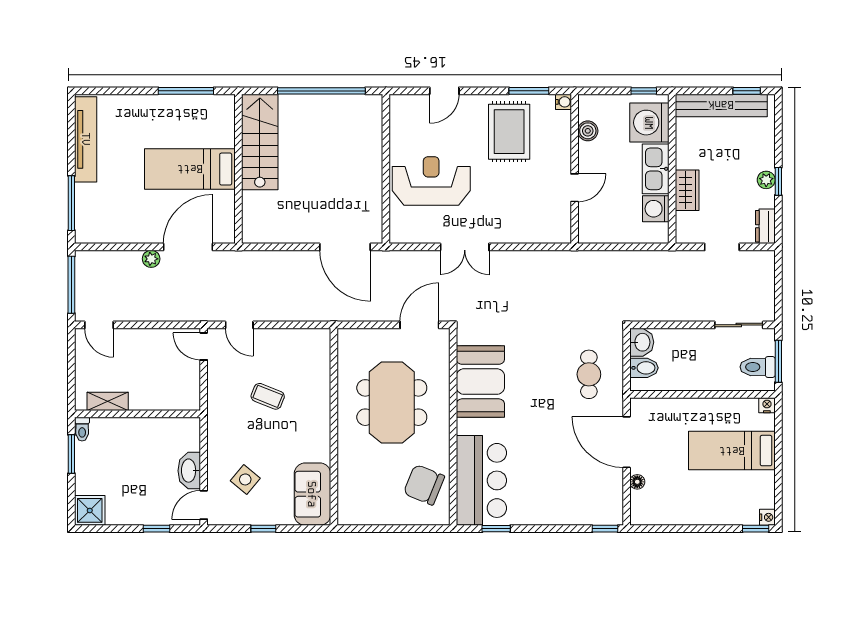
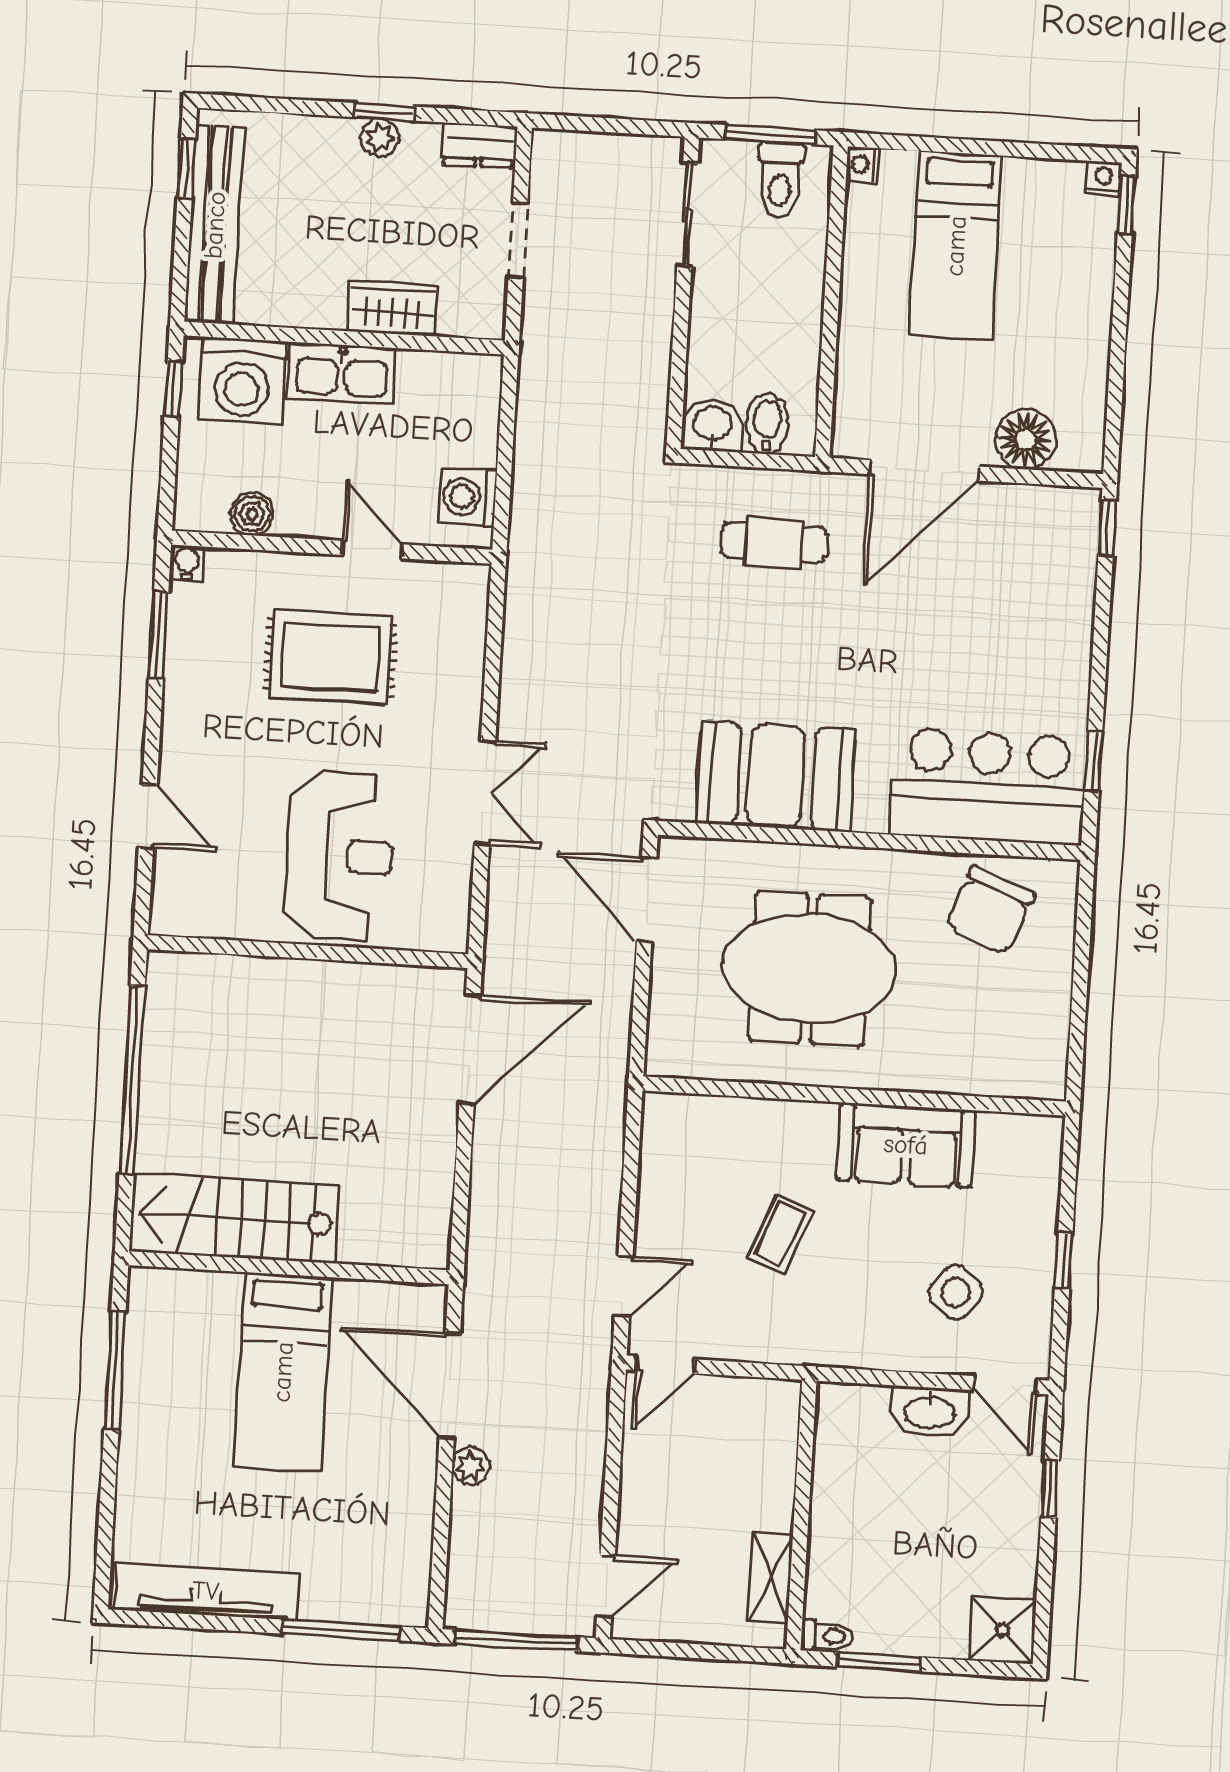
rug: (509, 132) -> (330, 657), moved
reception desk: (431, 181) -> (339, 856), turned 180
washing machine: (656, 209) -> (467, 497), moved, turned 90
floor lamp: (637, 482) -> (1026, 439), width x1.89, depth x1.89
sofa: (312, 494) -> (906, 1145), moved

